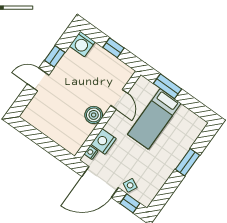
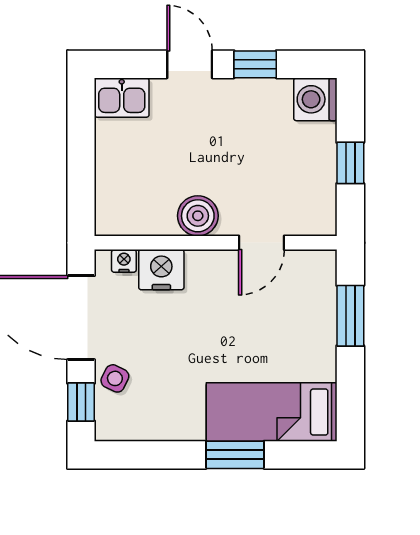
kitchen sink: (33, 112) -> (122, 98), added
bed: (154, 119) -> (272, 412), moved

